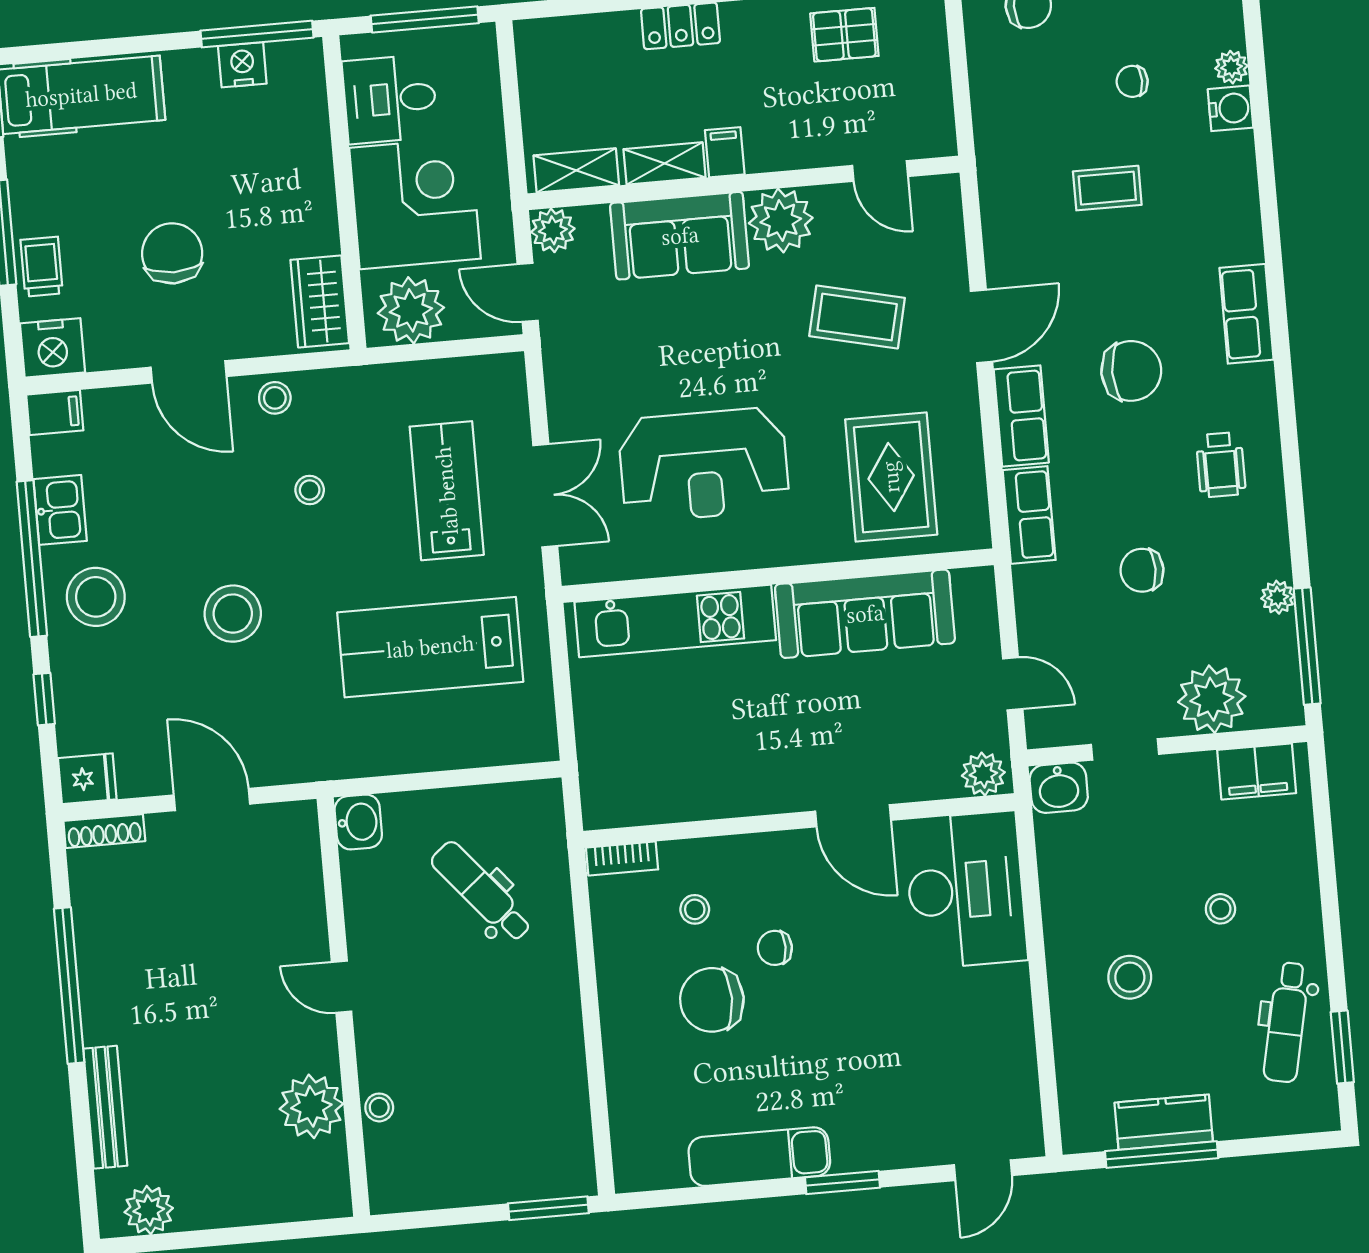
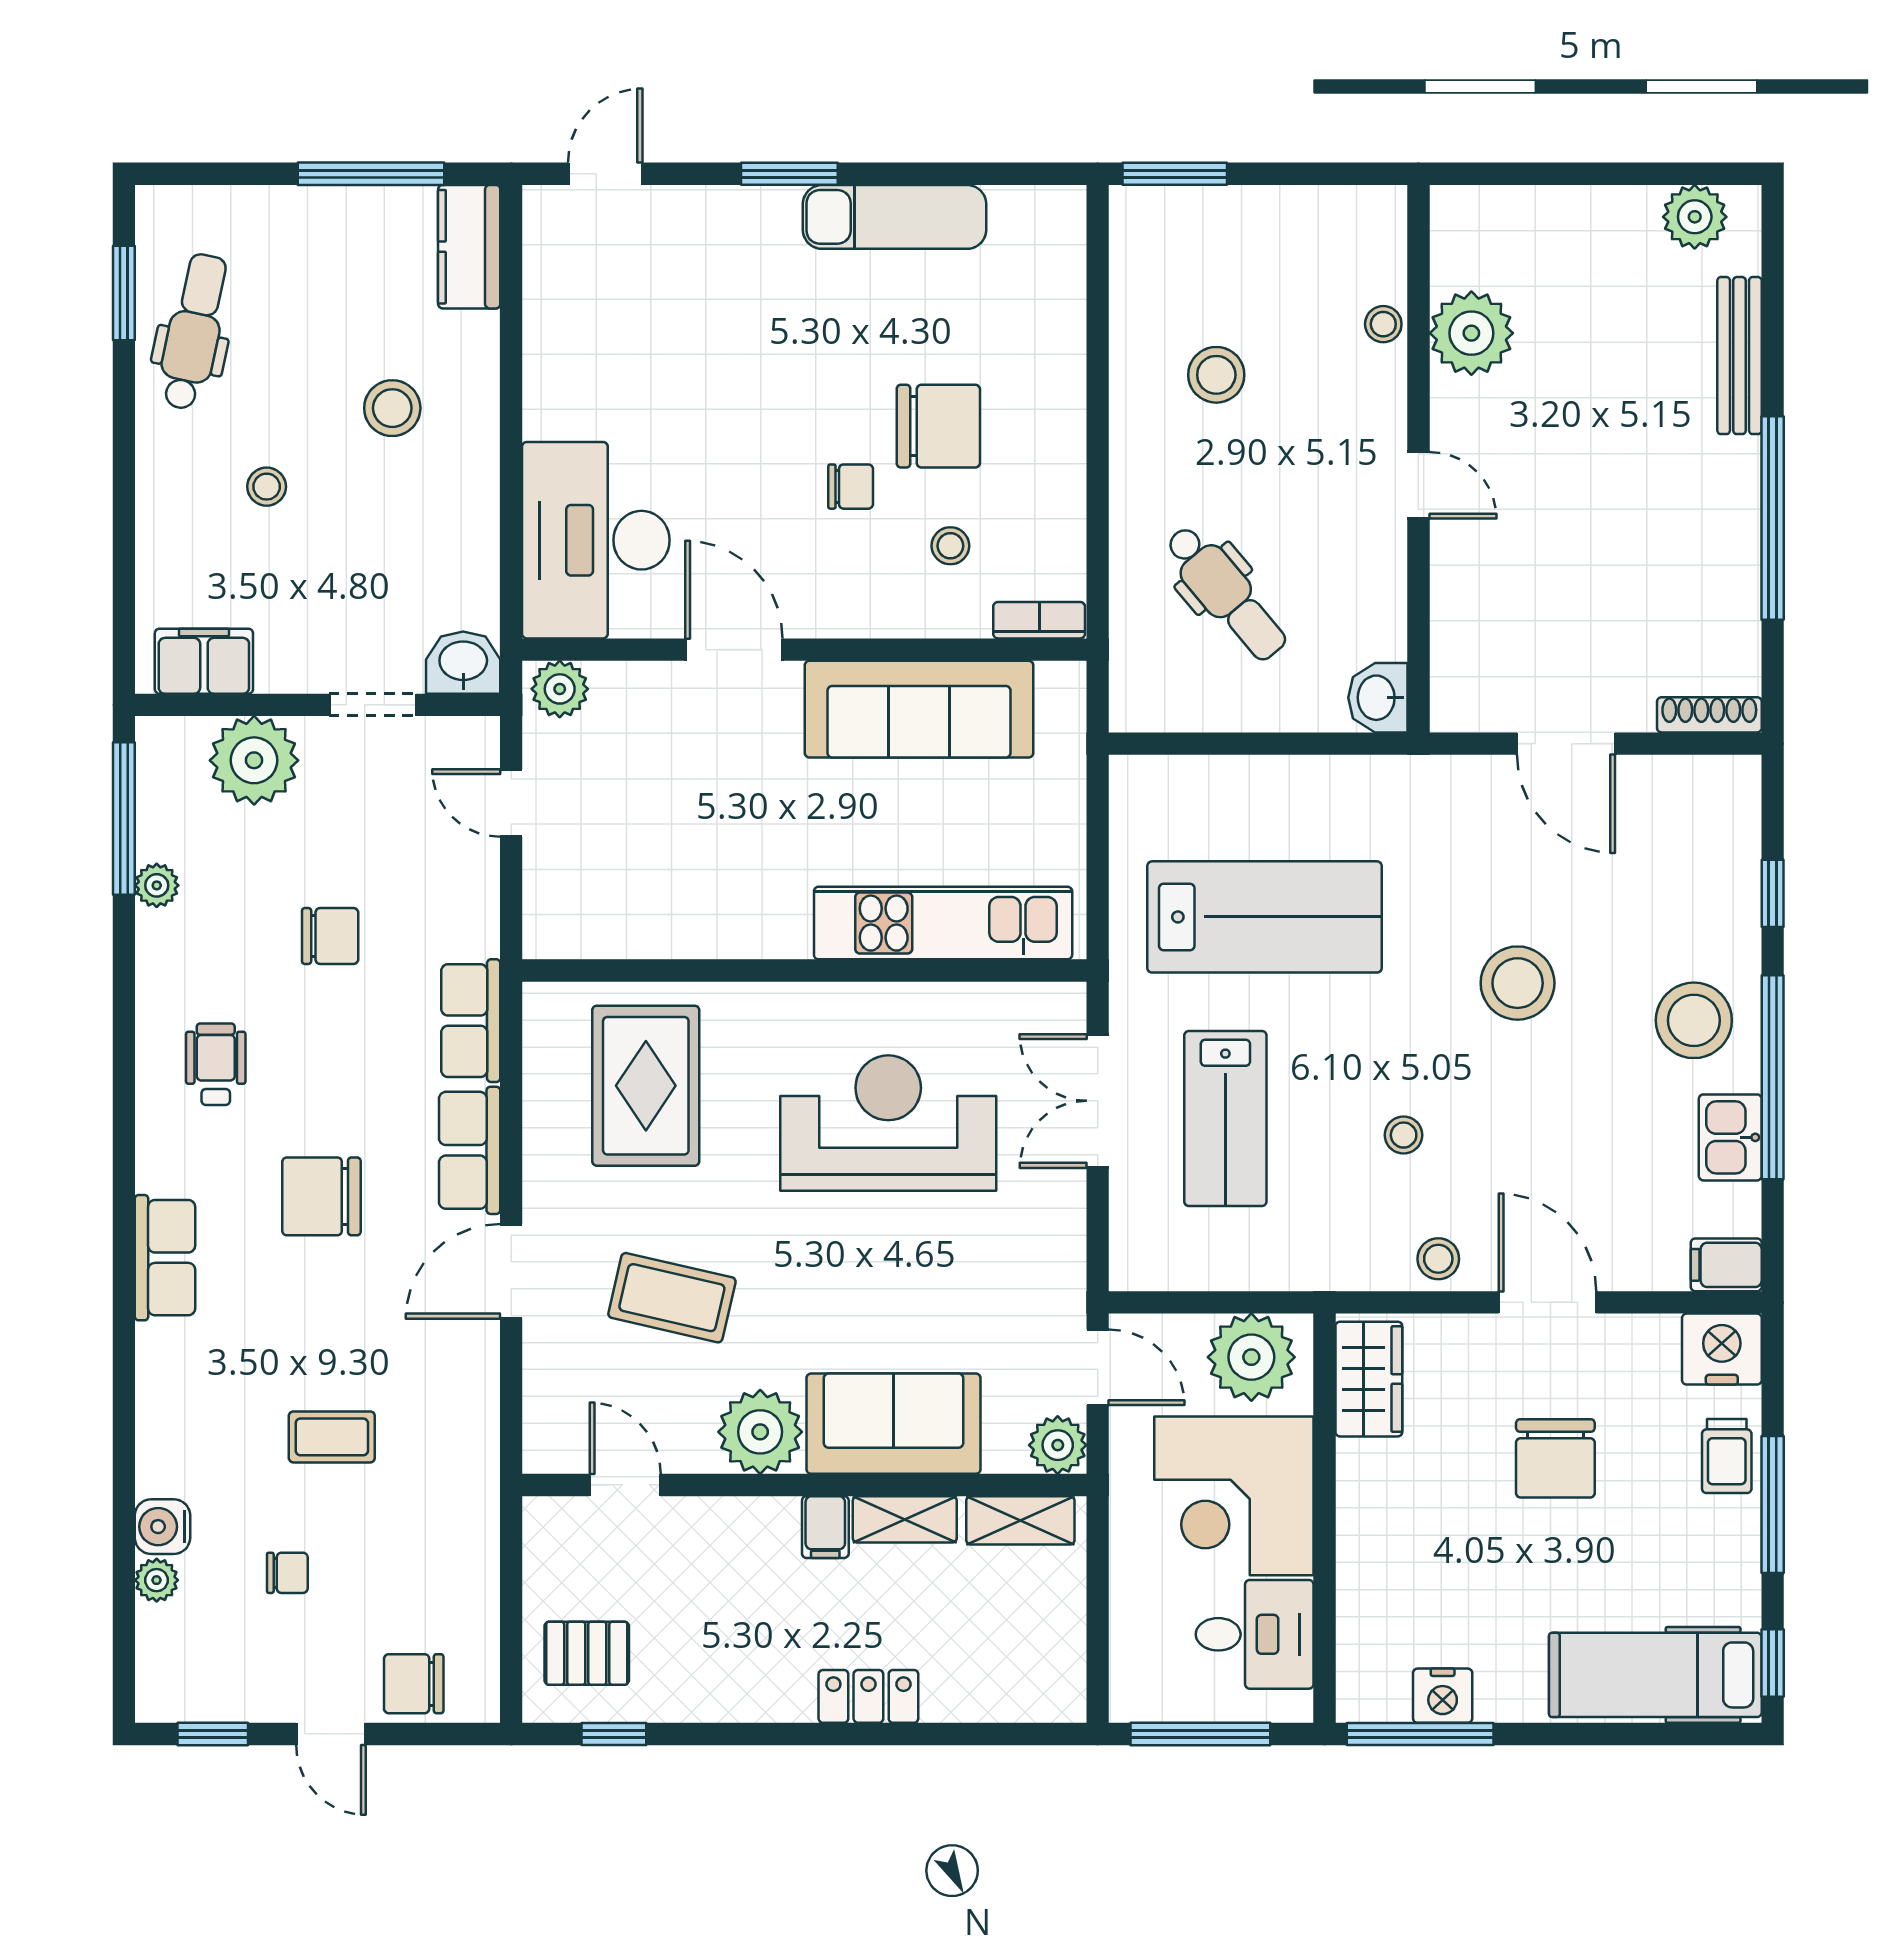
pallet: (844, 35) -> (587, 1653), moved
sofa: (865, 614) -> (919, 709), moved, turned 180
fridge: (87, 779) -> (1726, 785), removed
stool: (503, 1058) -> (1216, 375), added
kitchen counter: (1164, 1122) -> (469, 247), moved, turned 90

